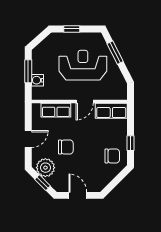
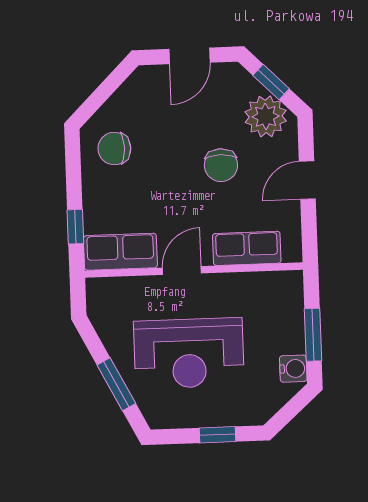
water cooler: (37, 80) -> (293, 369), moved
window: (131, 143) -> (75, 227), moved
chair: (66, 147) -> (221, 165), turned -90
door: (78, 195) -> (190, 56), hinge flipped

